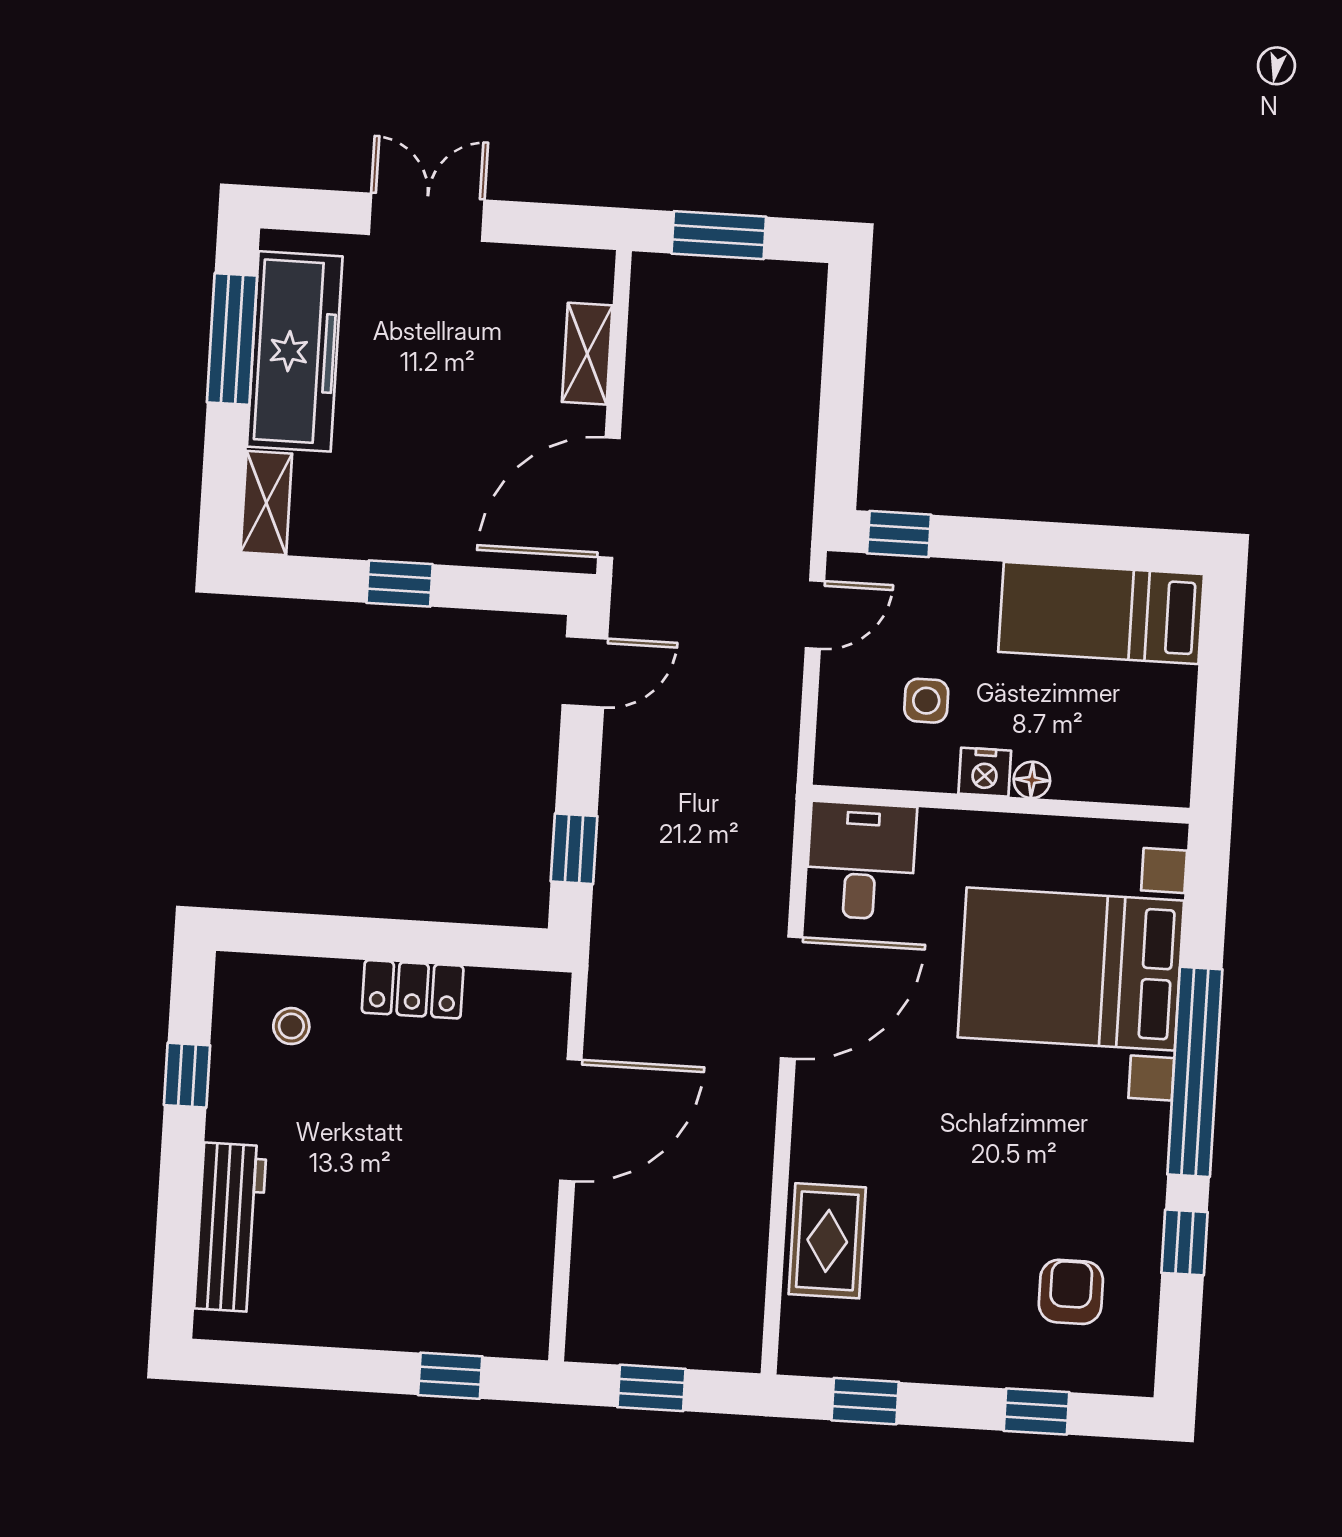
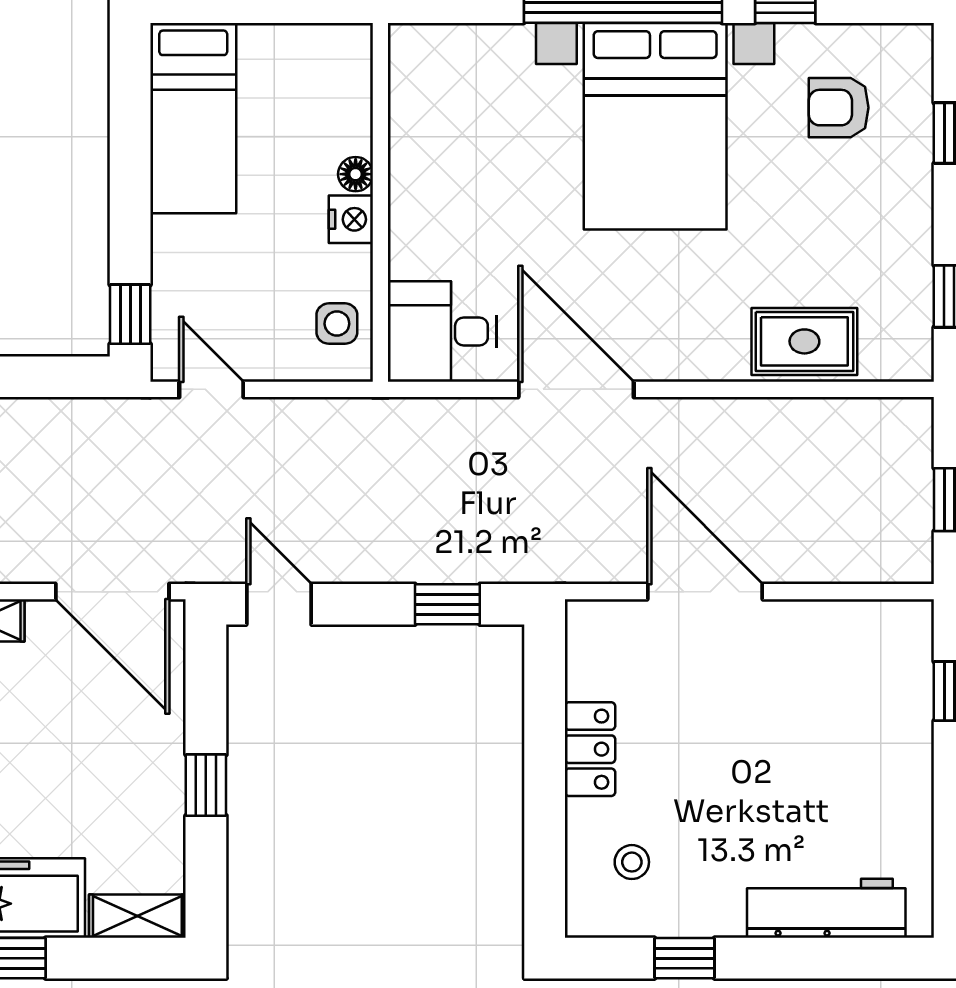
side table: (926, 701) -> (337, 324), moved
bed with nightstands: (1071, 969) -> (655, 126), moved

